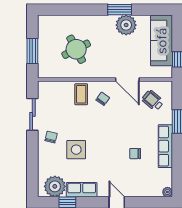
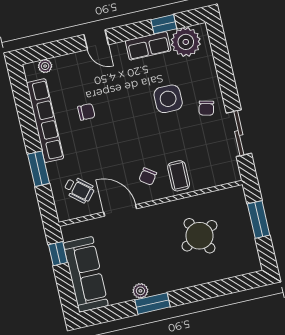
plant: (126, 25) -> (140, 291), width x0.53, depth x0.53
row of seats: (165, 146) -> (45, 121), width x1.36
plant: (167, 192) -> (45, 66), moved

